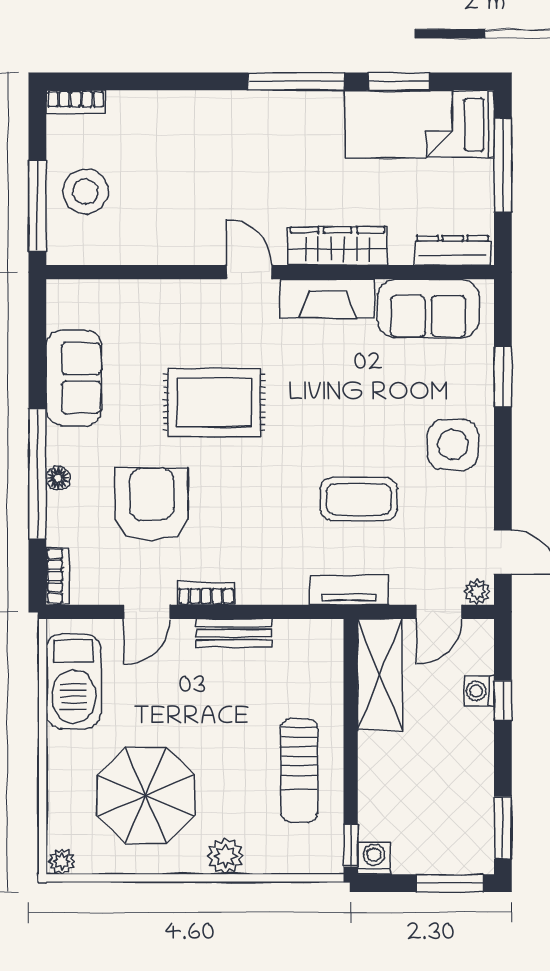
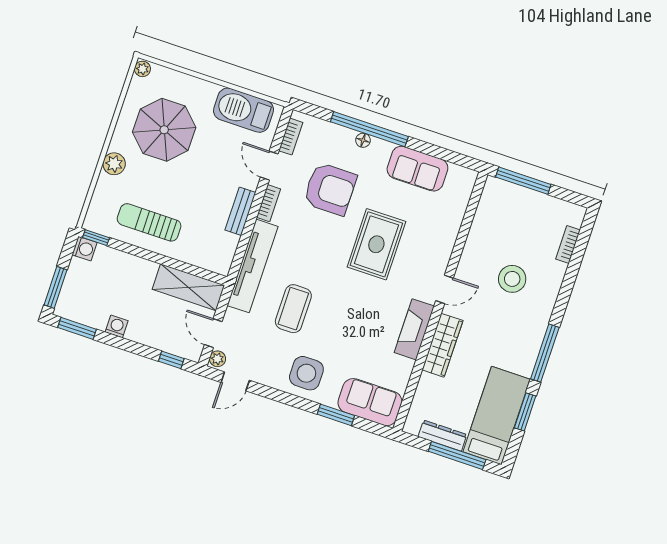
bookcase: (76, 102) -> (568, 244), moved
stool: (86, 192) -> (512, 279), moved
dresser: (453, 250) -> (442, 436), moved, turned -90
sofa: (428, 309) -> (370, 402), moved, turned 90
bookcase: (58, 576) -> (291, 137), moved, turned -90
tv unit: (349, 590) -> (252, 266), width x1.92, depth x1.29
washing machine: (479, 691) -> (117, 326), moved
window: (503, 701) -> (171, 360), moved

